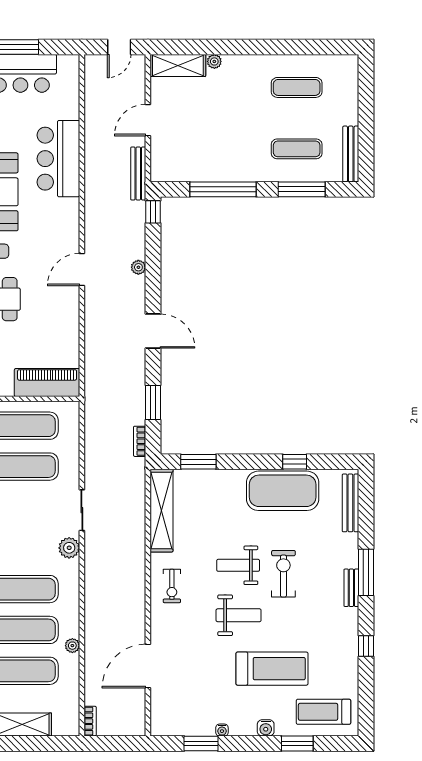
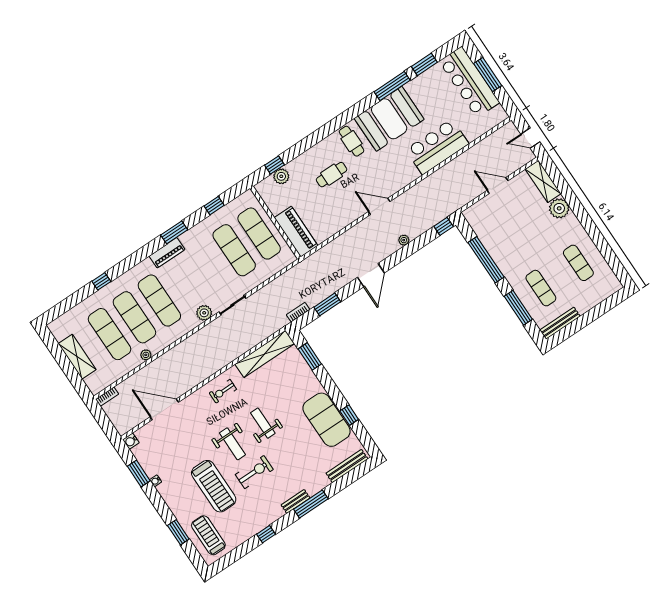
plant: (214, 61) -> (559, 208), width x1.88, depth x1.88
bench: (138, 174) -> (461, 202), removed
exercise bike: (283, 574) -> (254, 472), moved
water cooler: (266, 728) -> (131, 441), moved

